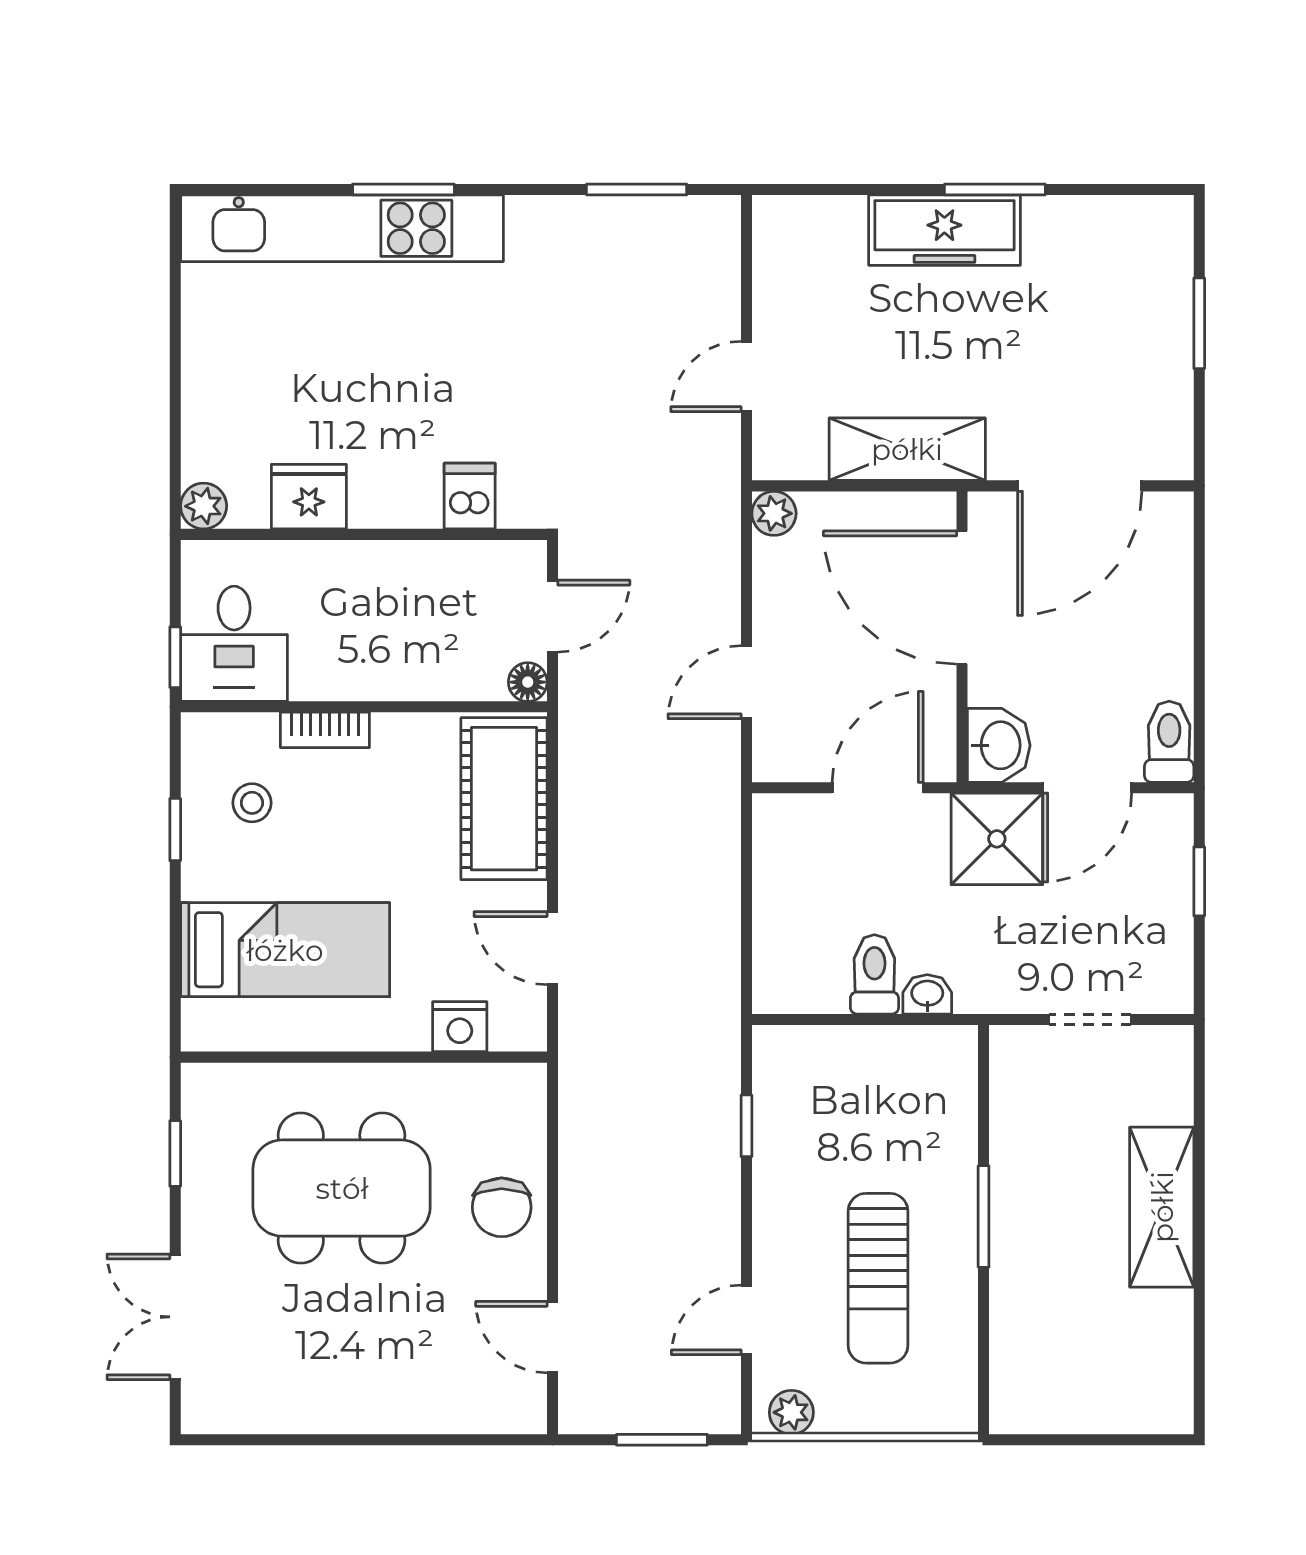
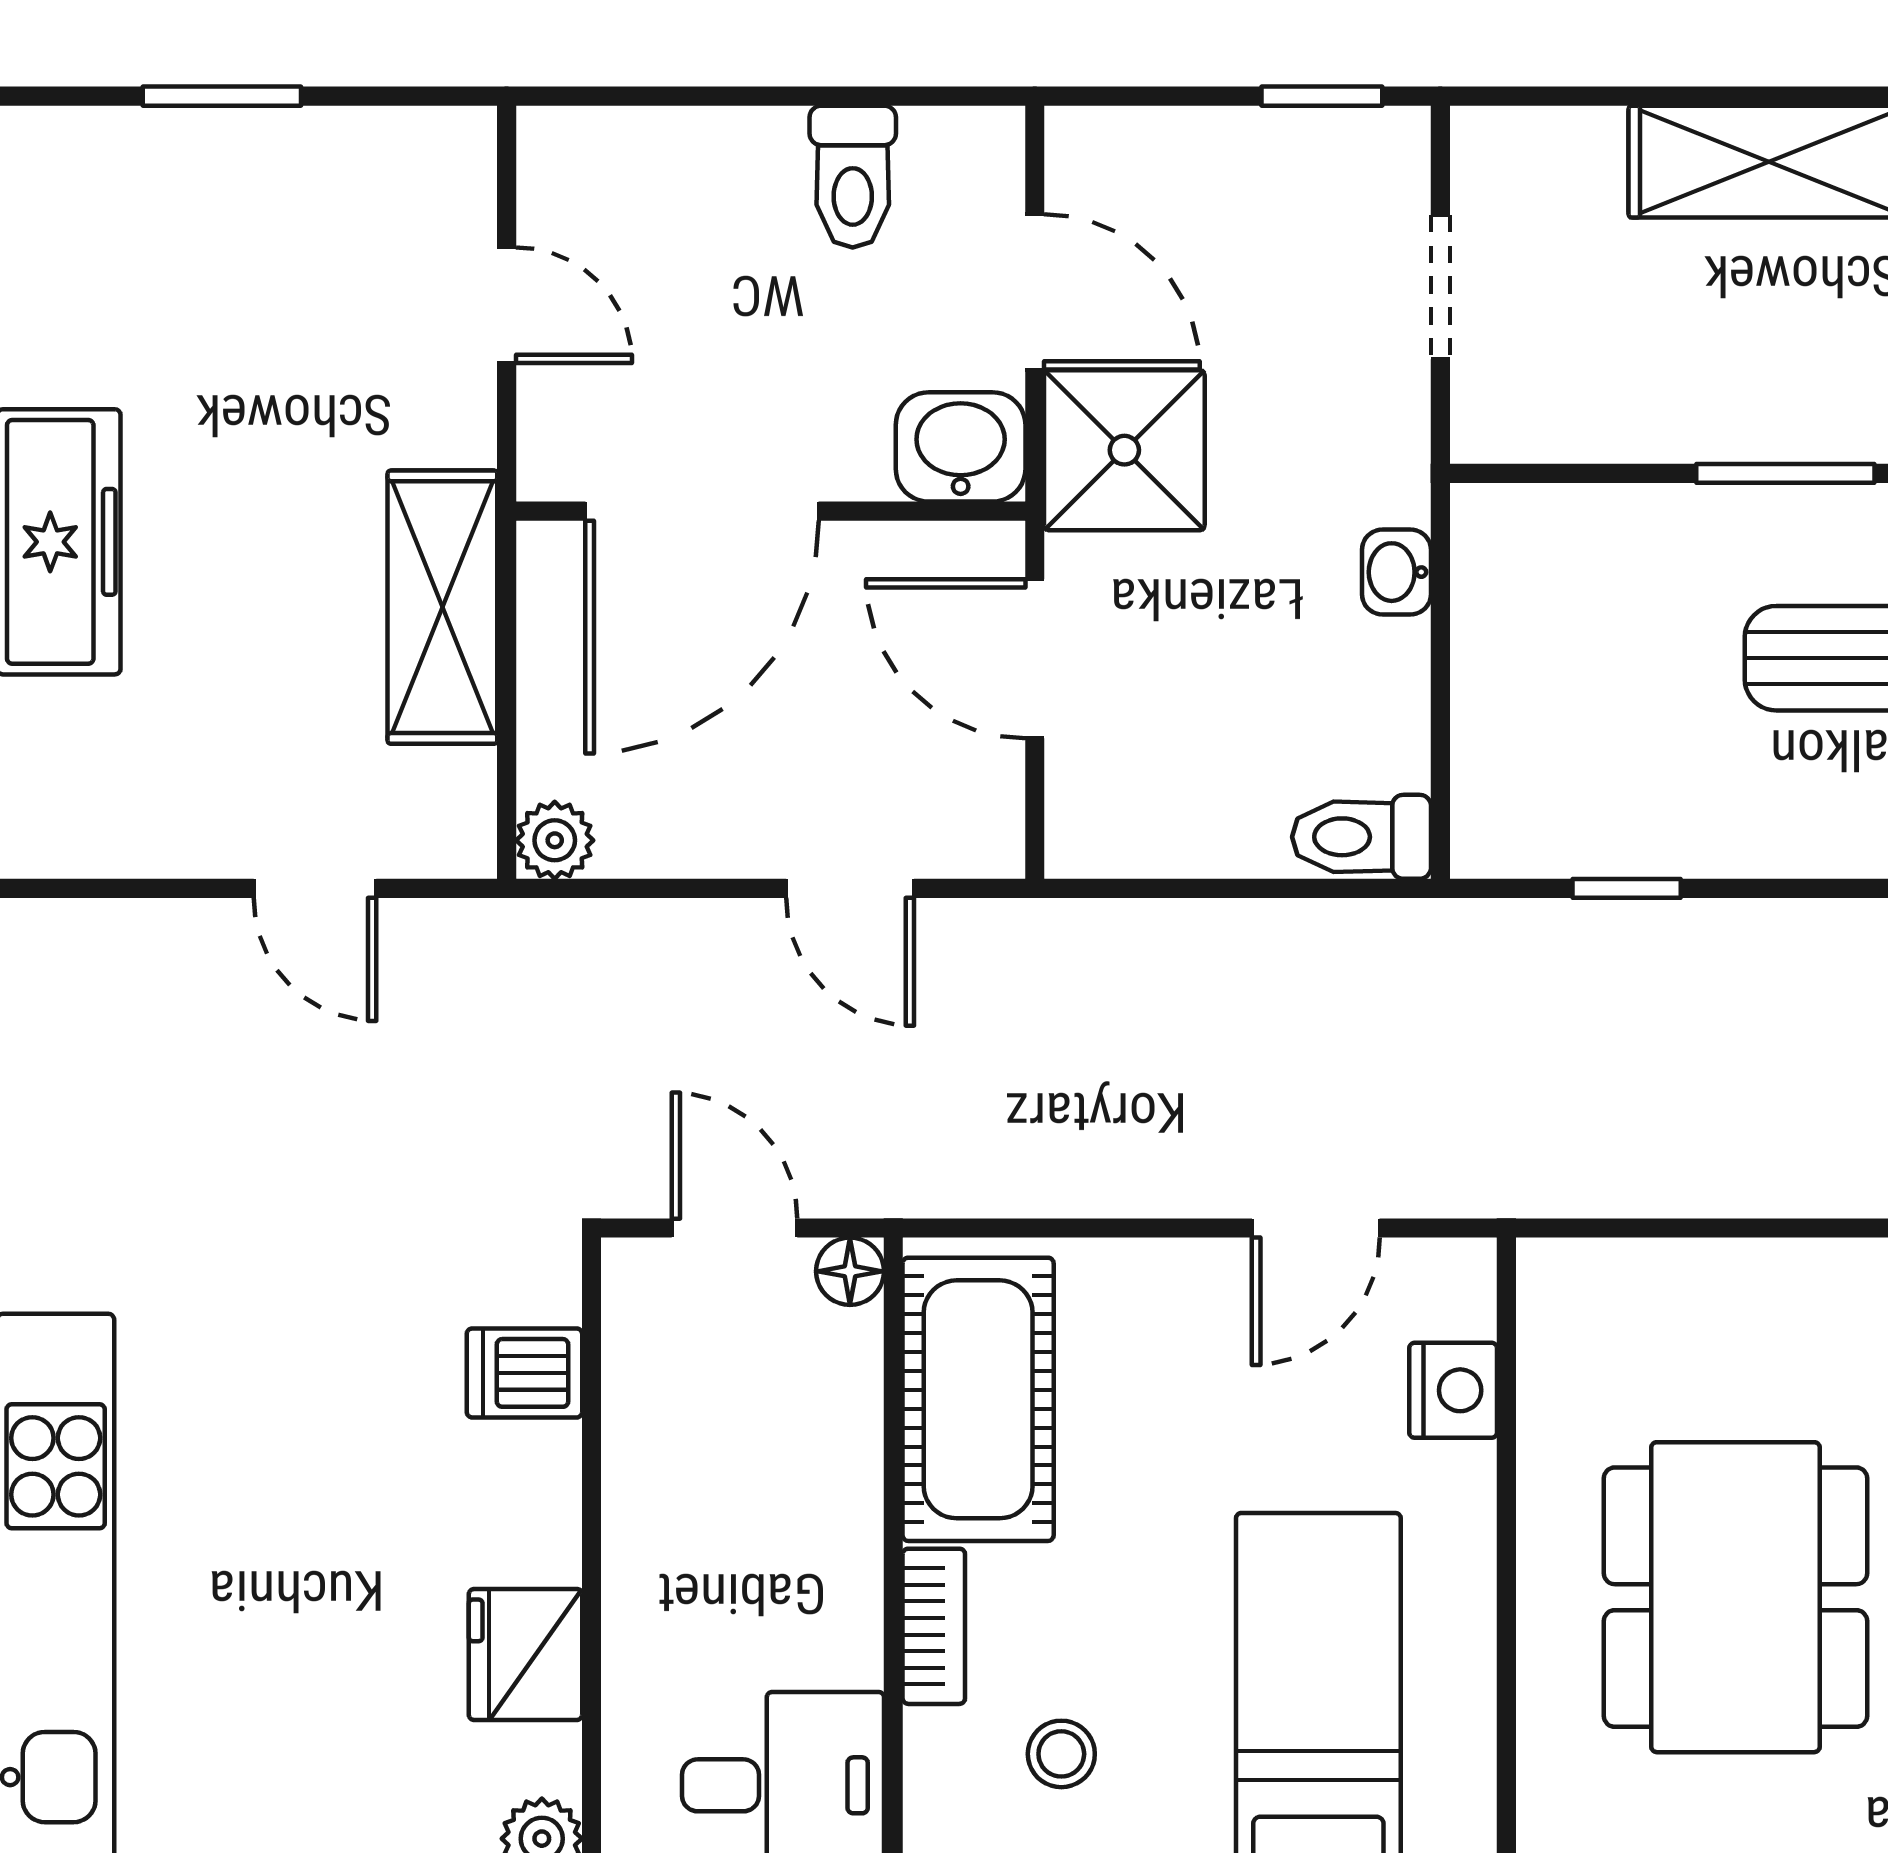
door: (1080, 486) -> (507, 305), width x0.53
toilet: (1169, 742) -> (853, 177), moved, turned -90
cot: (504, 799) -> (978, 1399), moved, turned 90
window: (1199, 881) -> (1322, 96), moved
toilet: (874, 974) -> (1361, 837), moved
chair: (502, 1207) -> (1769, 1317), removed

